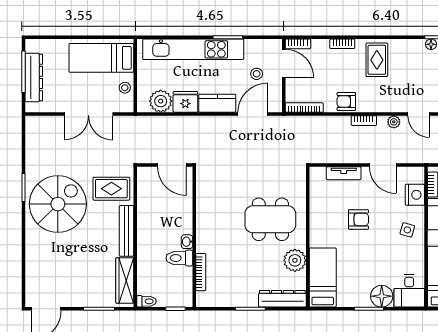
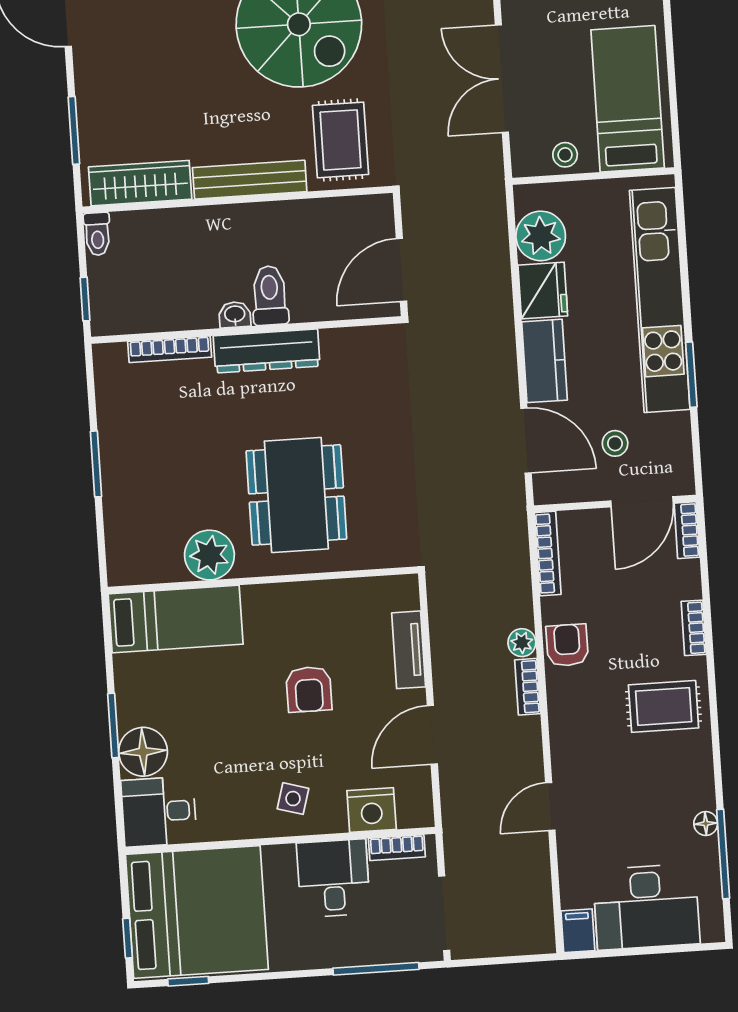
plant: (394, 122) -> (522, 643), moved
toilet: (179, 258) -> (270, 296), moved
dresser: (282, 299) -> (267, 351), moved, turned 90

